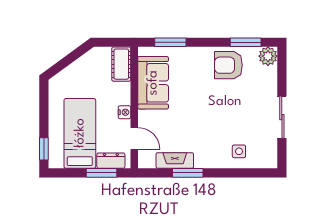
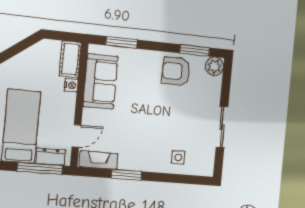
nightstand: (124, 112) -> (71, 85), moved
door: (134, 138) -> (76, 136), hinge flipped
fireplace: (175, 160) -> (99, 160), moved
window: (102, 173) -> (40, 168), width x1.44

